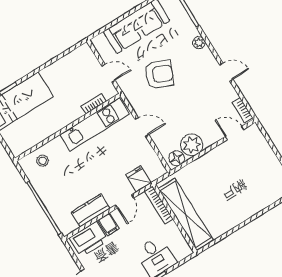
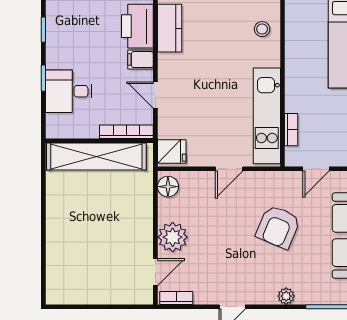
plant: (192, 145) -> (173, 237), moved
fridge: (138, 179) -> (172, 152), moved
kitchen counter: (91, 210) -> (170, 28), moved

